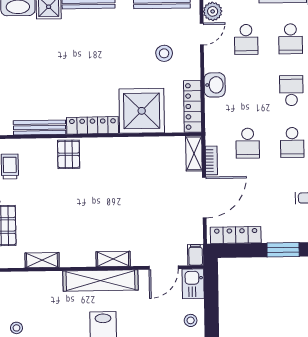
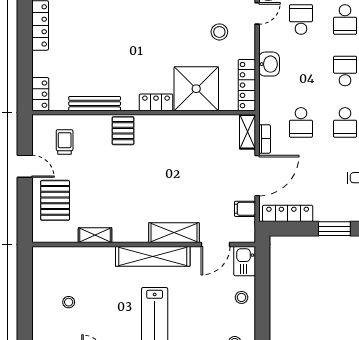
school desk: (246, 39) -> (301, 19), turned 180
locker: (93, 125) -> (156, 102), width x0.66
filing cabinet: (196, 255) -> (245, 209), moved, turned -90
shelving: (113, 259) -> (174, 233), width x1.50, depth x1.33

